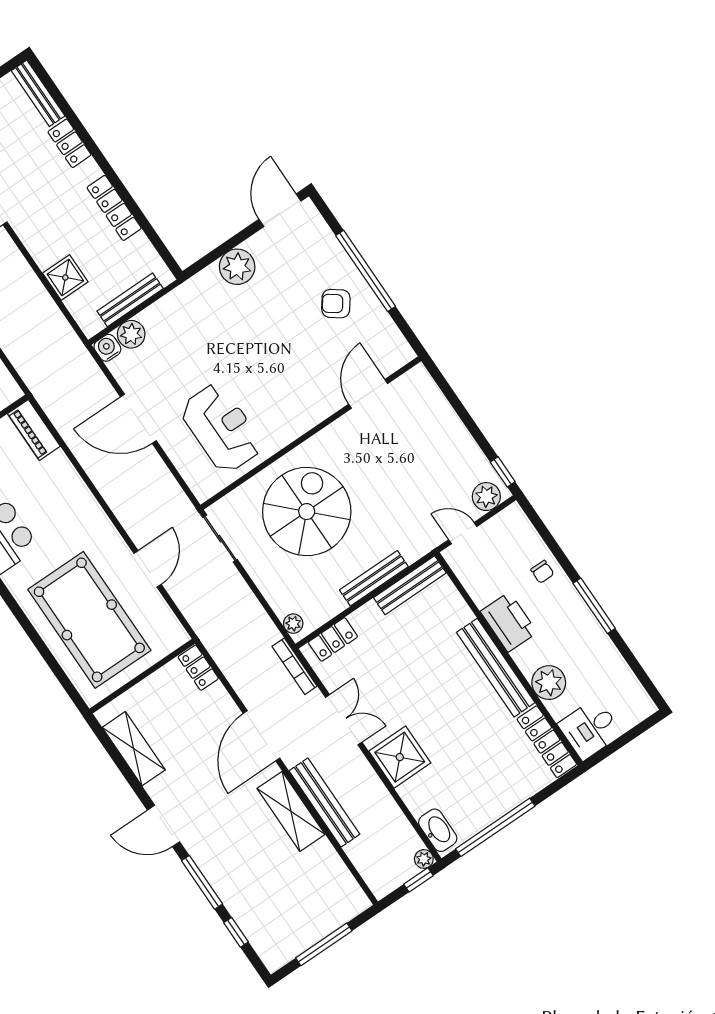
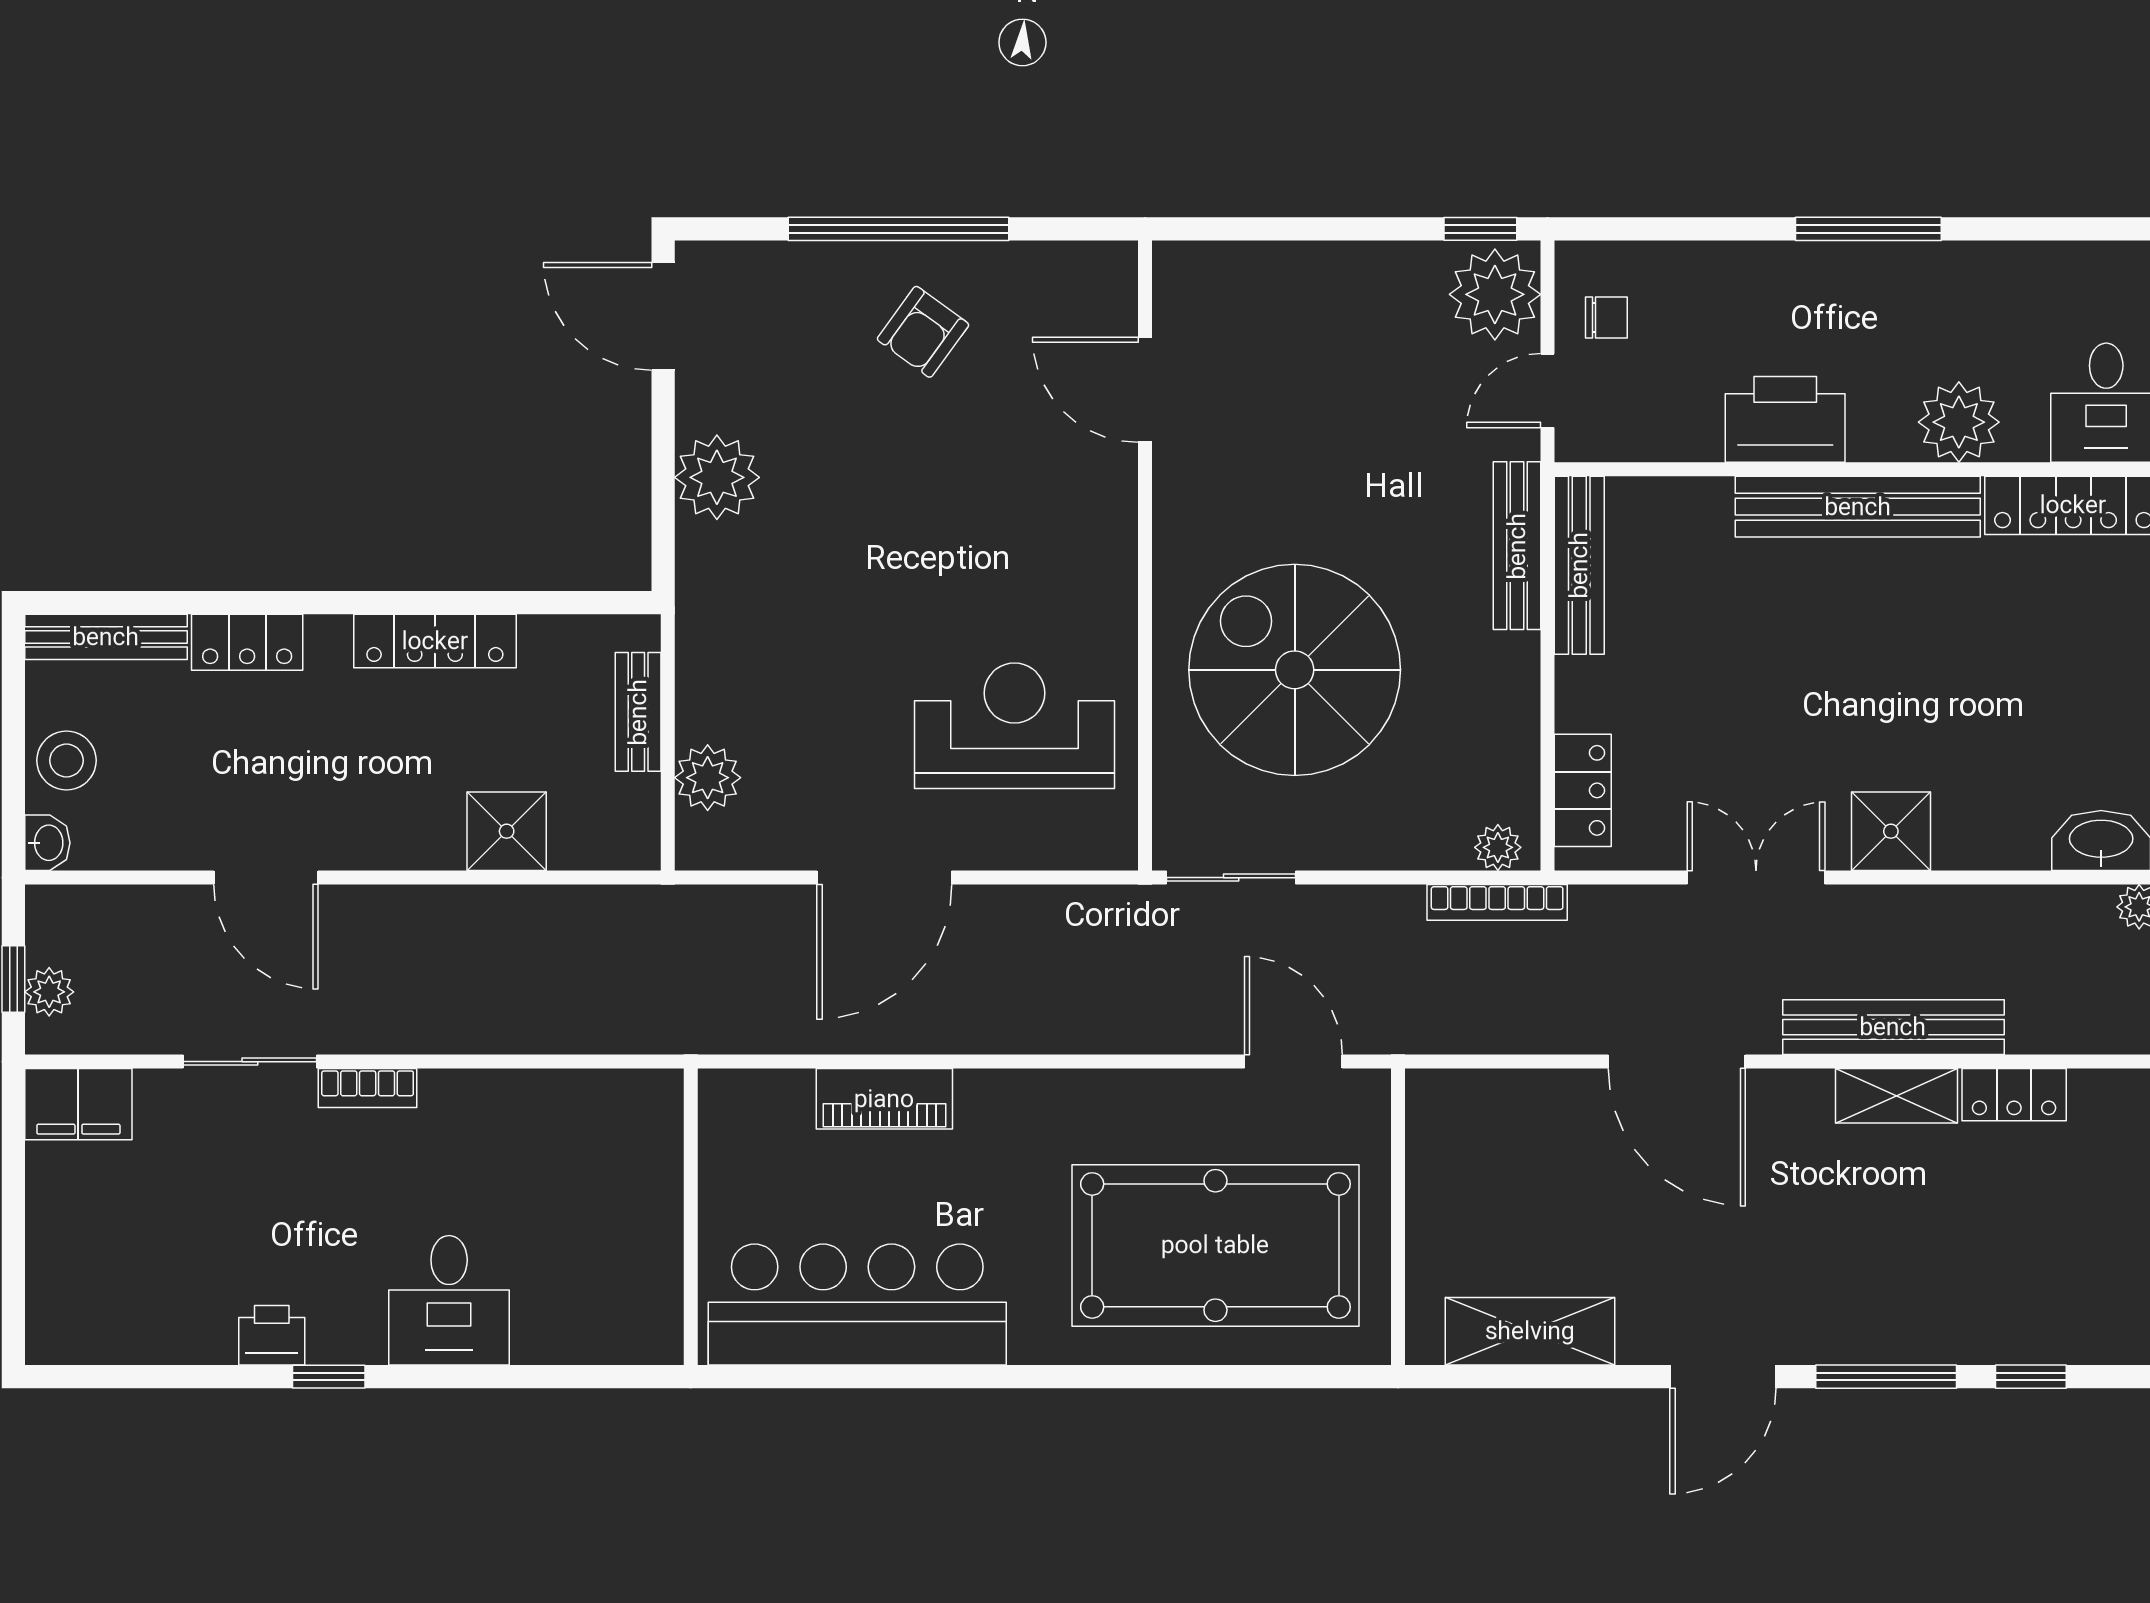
bench: (130, 300) -> (638, 712), width x0.73
water cooler: (107, 348) -> (702, 843), removed
piano: (34, 430) -> (884, 1099), moved
plant: (486, 497) -> (1495, 294), width x1.36, depth x1.36
door: (148, 569) -> (1293, 1062), moved
chair: (542, 572) -> (1606, 318), moved
bench: (374, 578) -> (1517, 546), moved
bookcase: (295, 666) -> (1497, 902), moved
locker: (198, 668) -> (2014, 1095), moved
shower: (400, 757) -> (1891, 831), width x0.73, depth x0.73
shelving: (291, 811) -> (1897, 1096), width x0.67, depth x0.75

